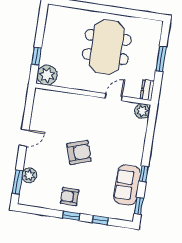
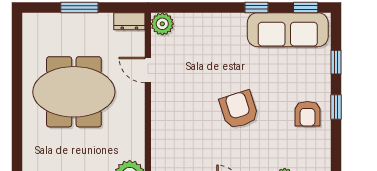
sofa: (127, 185) -> (288, 30), width x1.36

